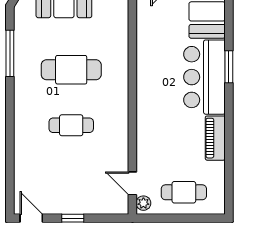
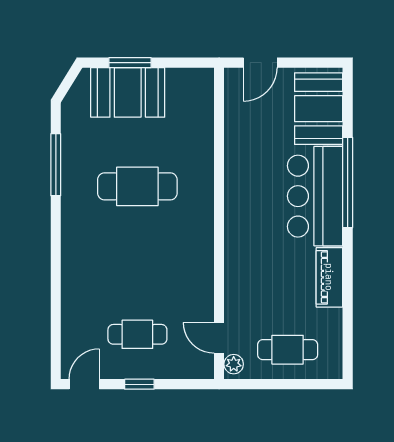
window: (229, 67) -> (348, 182), width x2.11
cafe table: (71, 125) -> (137, 334), moved
door: (31, 218) -> (84, 384), hinge flipped

